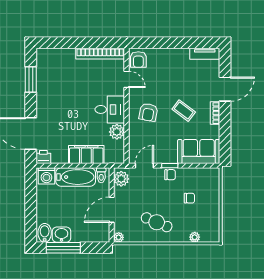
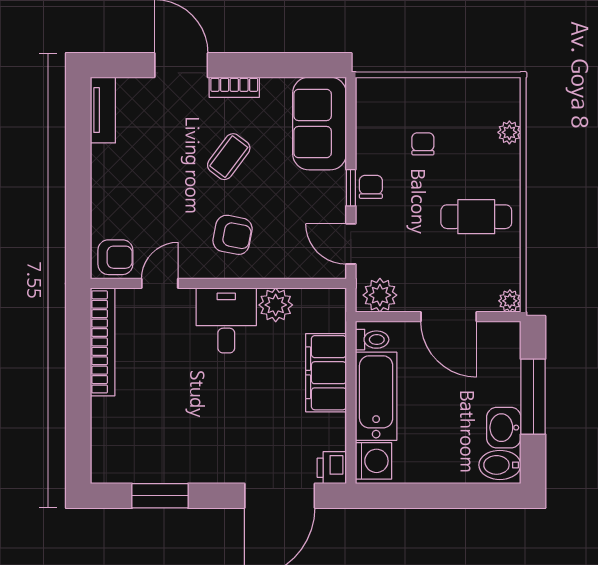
cafe table: (157, 222) -> (476, 217), turned 67
window: (63, 248) -> (533, 397), moved

